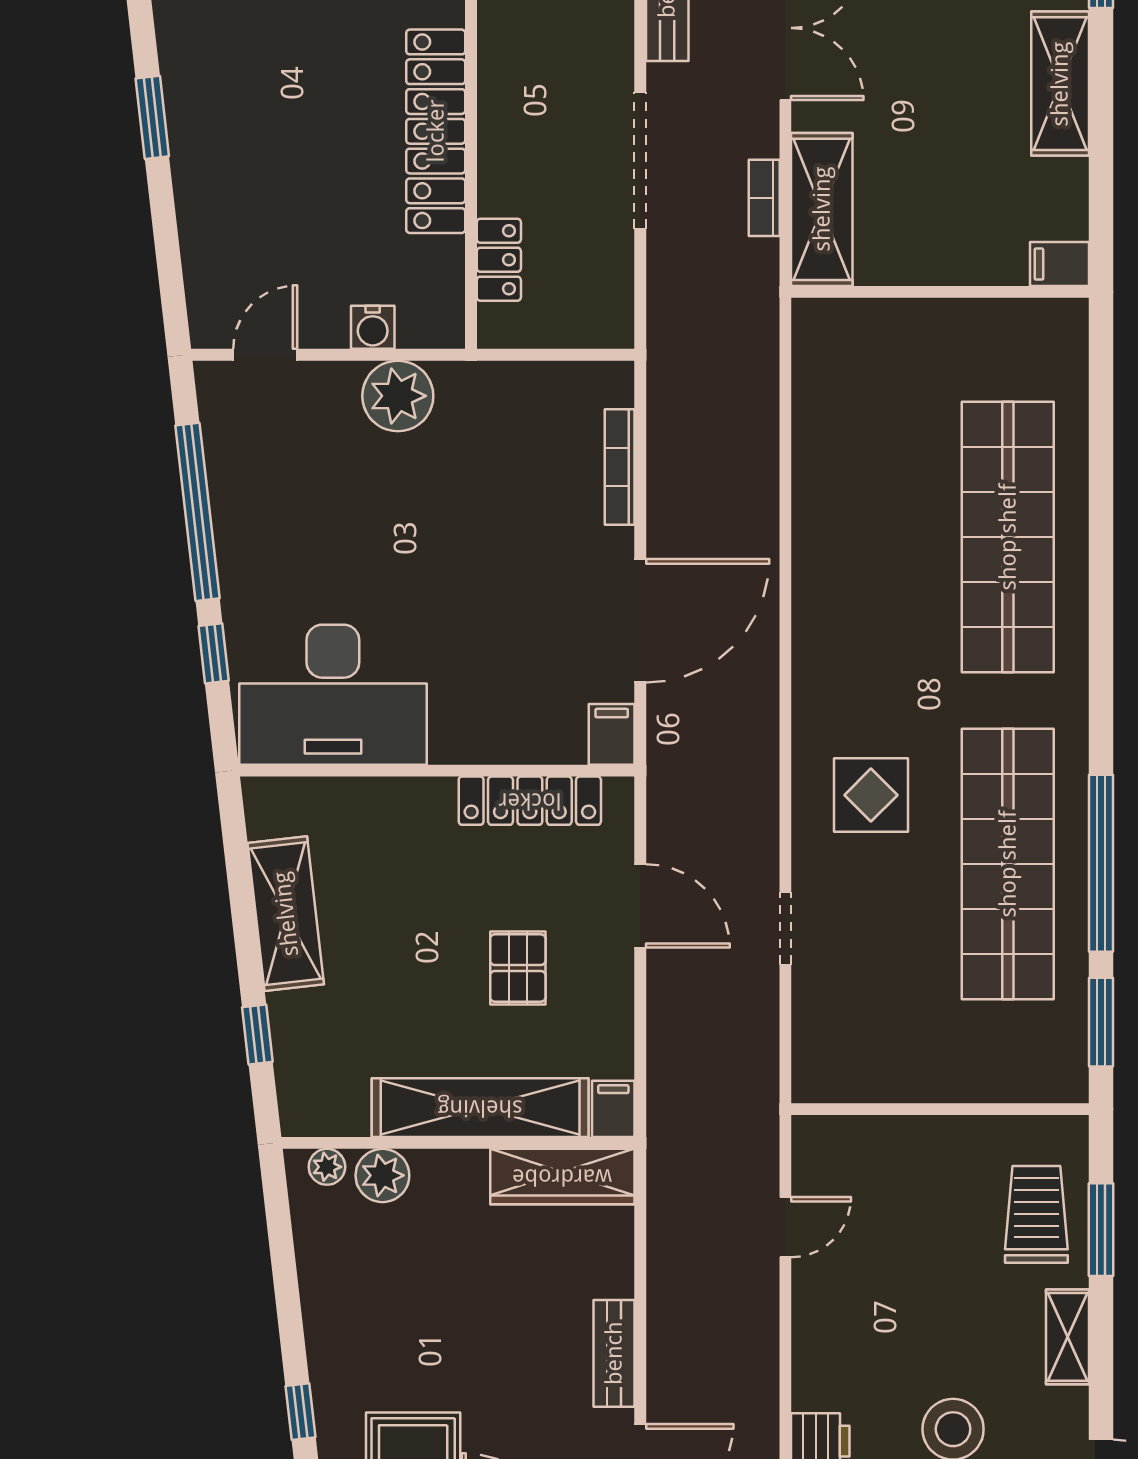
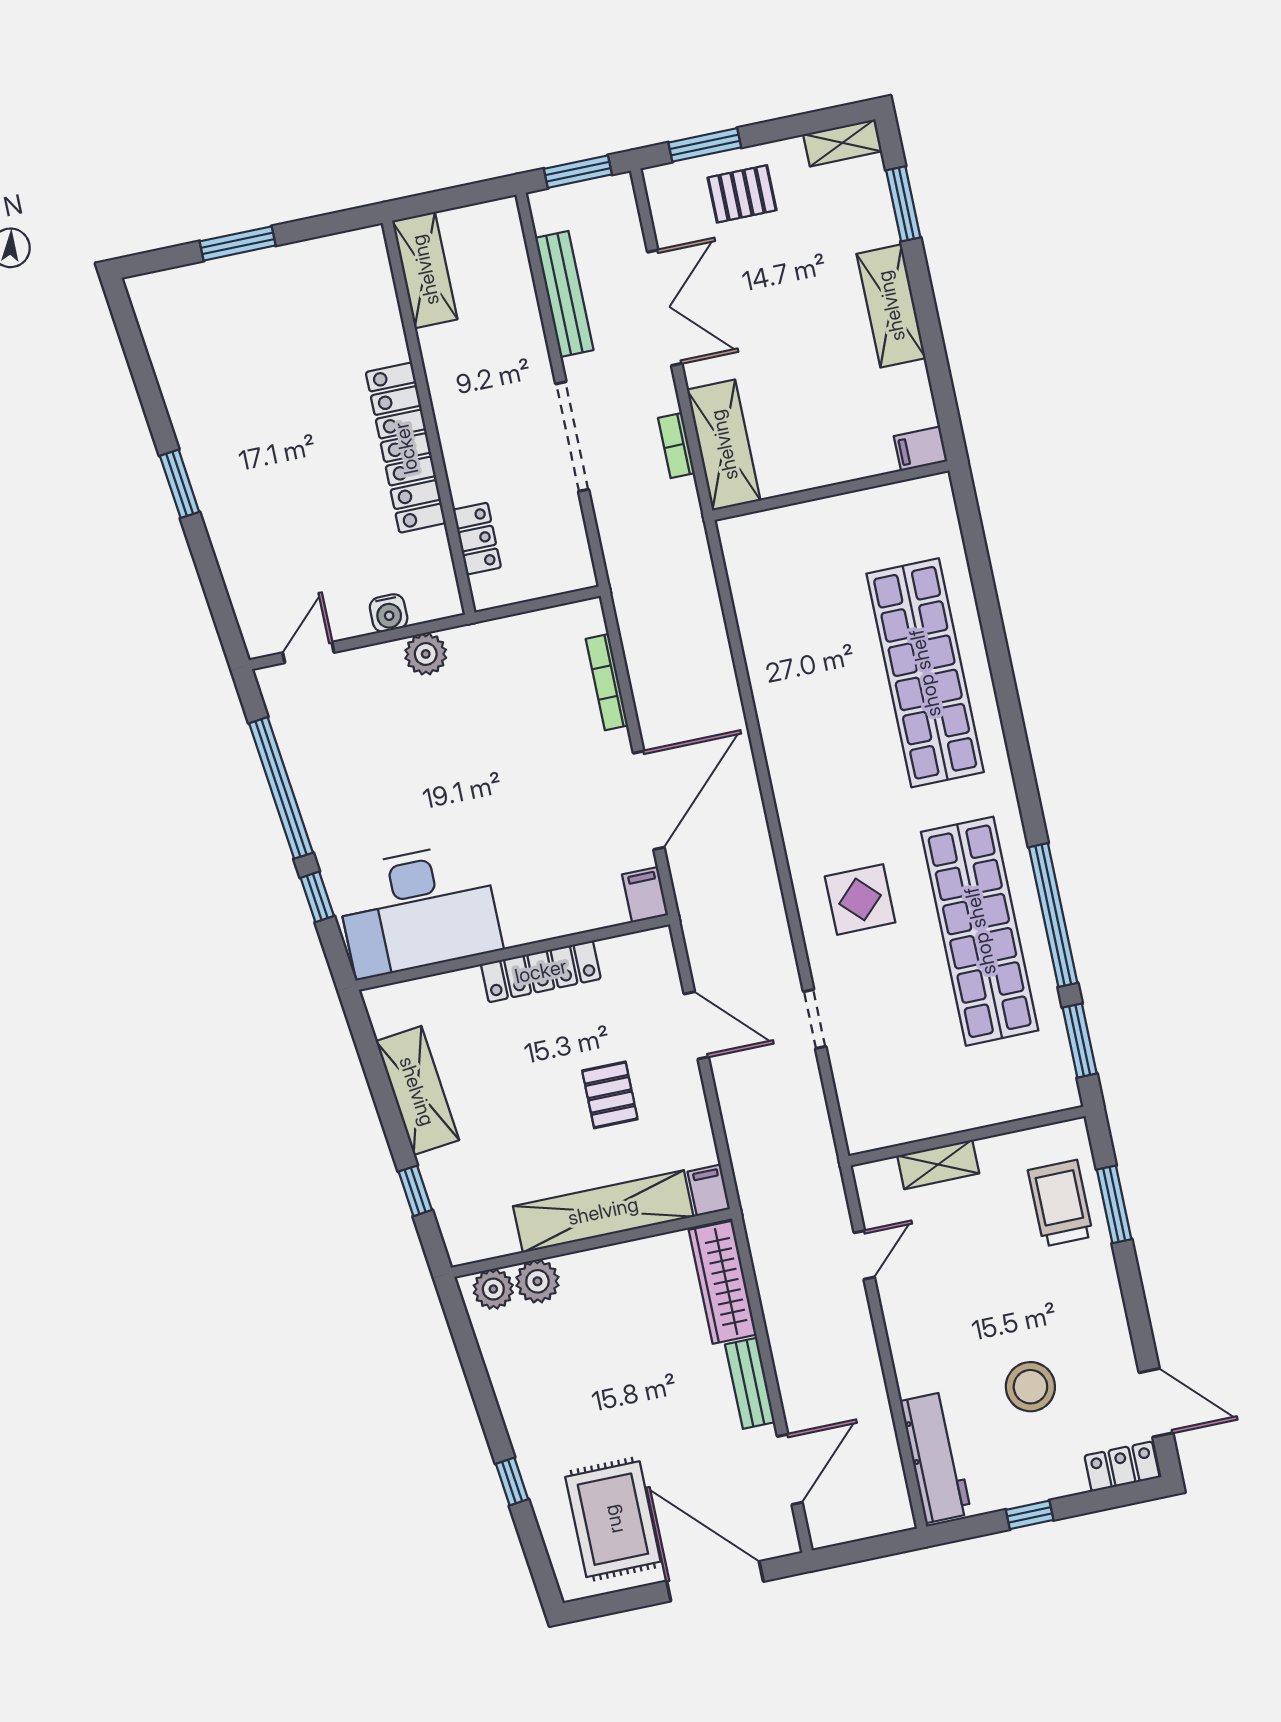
plant: (398, 396) -> (426, 654), width x0.73, depth x0.73
locker: (530, 801) -> (541, 971), moved
plant: (327, 1167) -> (493, 1289), width x1.38, depth x1.38
wardrobe: (562, 1177) -> (723, 1282), moved, turned 90
shelving: (1068, 1337) -> (938, 1164), moved, turned 90

